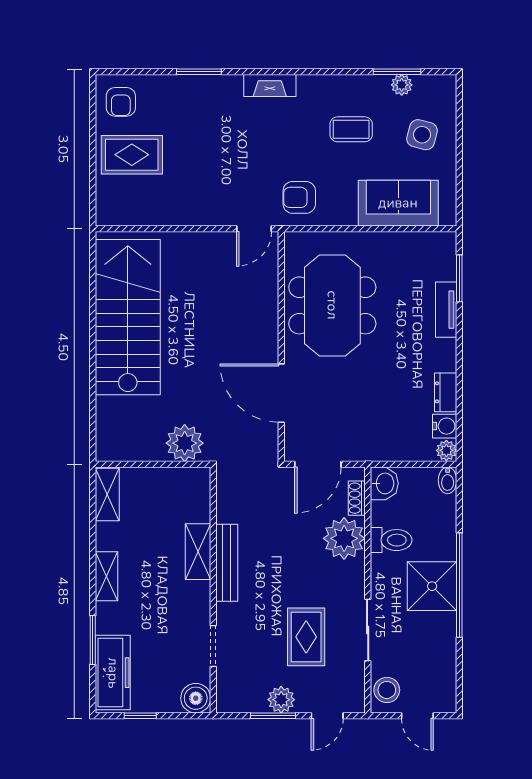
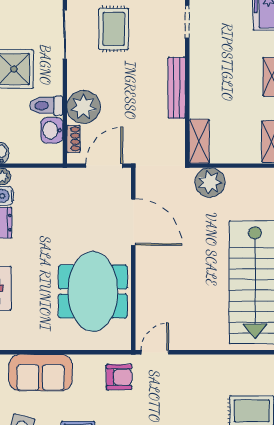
washbasin: (384, 483) -> (52, 130), moved
shelving: (198, 552) -> (199, 141), moved

